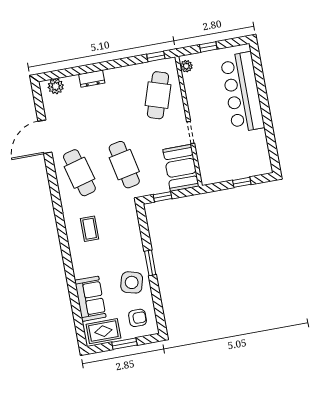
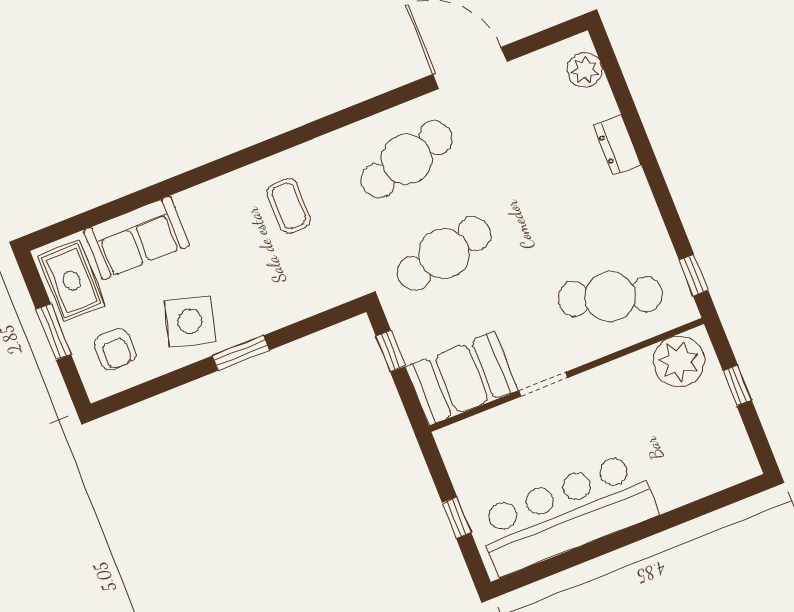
plant: (186, 66) -> (679, 361), width x1.88, depth x1.88
bar counter: (242, 92) -> (566, 514), moved
coffee table: (90, 229) -> (289, 206), turned 90

